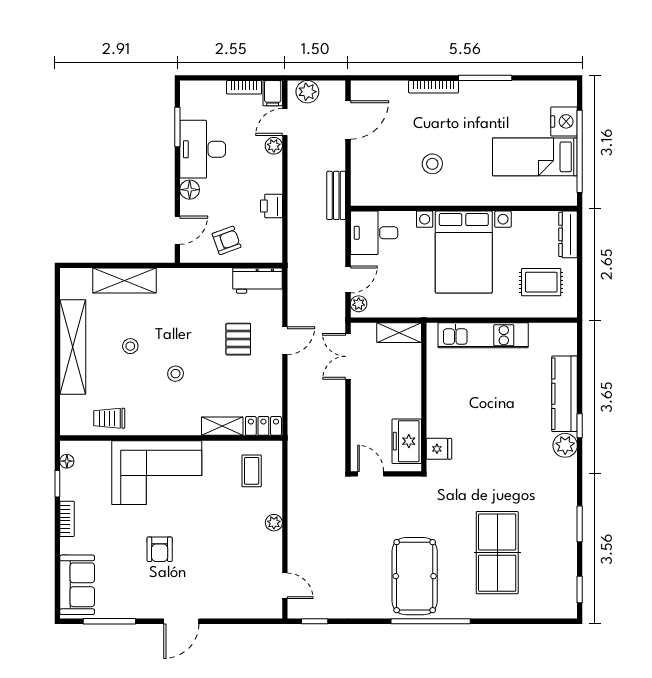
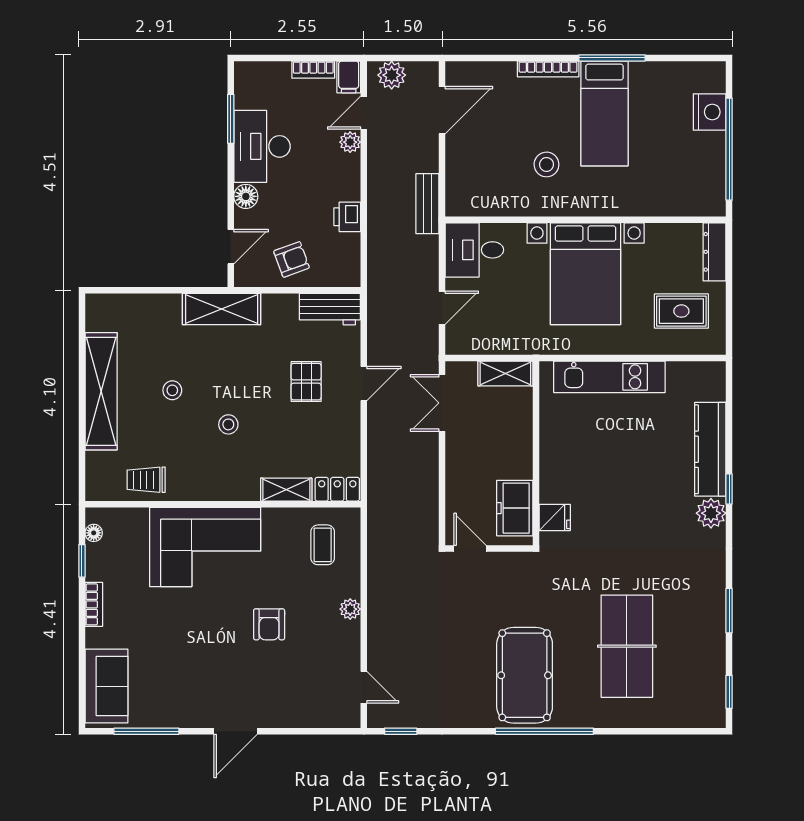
bed: (535, 157) -> (604, 113), moved, turned -90
shelving: (124, 280) -> (222, 309), moved
plant: (359, 304) -> (455, 338), removed
armchair: (160, 549) -> (269, 624), moved

